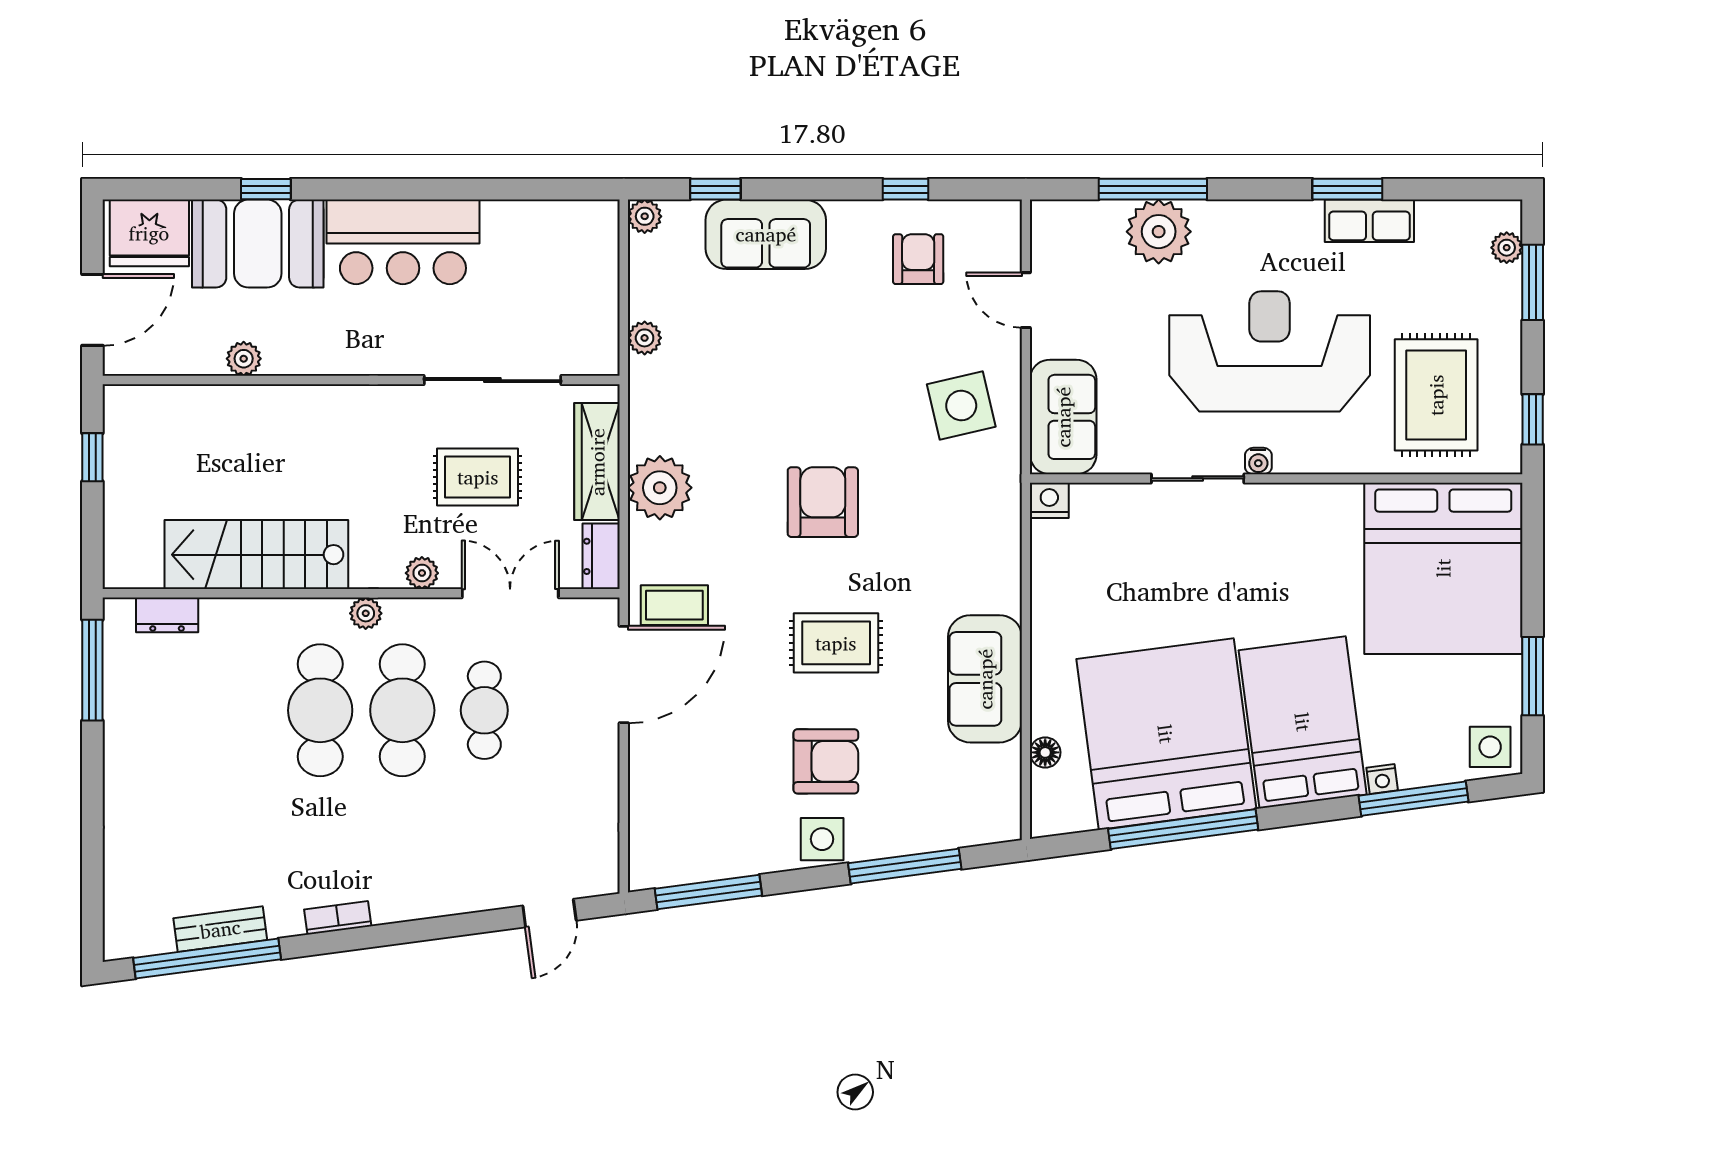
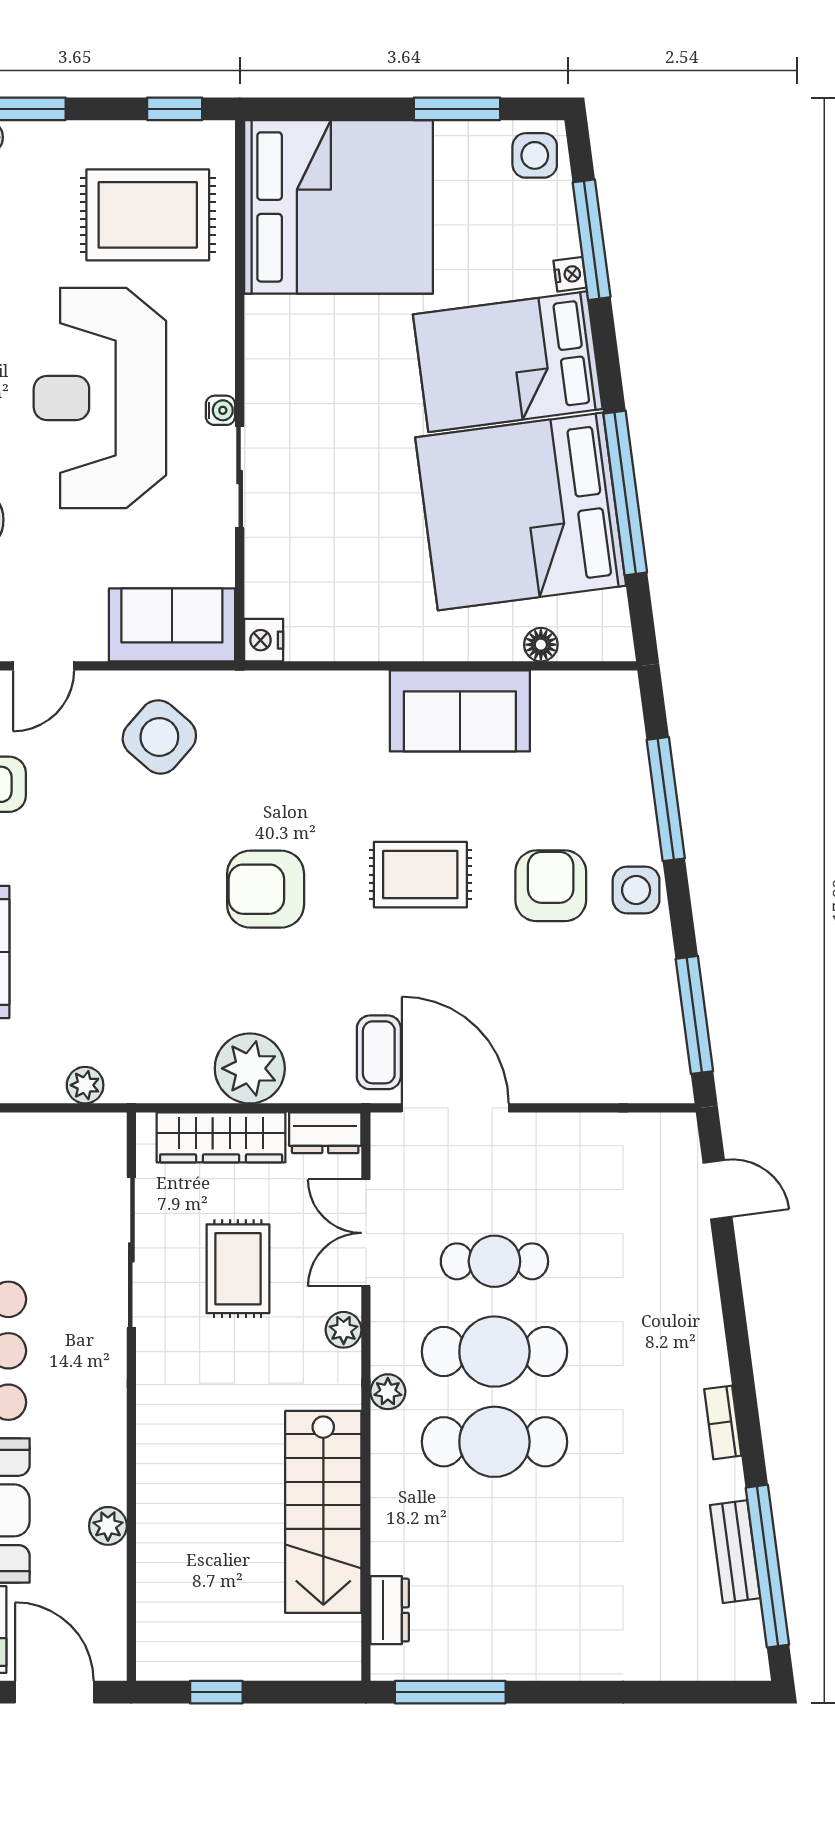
side table: (961, 405) -> (159, 737), turned -36
rug: (836, 643) -> (420, 875), turned 90

